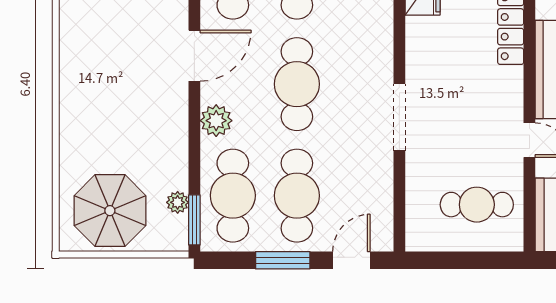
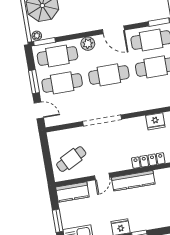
doorway: (399, 117) -> (102, 120), width x1.36
plant: (178, 202) -> (37, 36), moved
cafe table: (477, 205) -> (71, 159), turned 63

